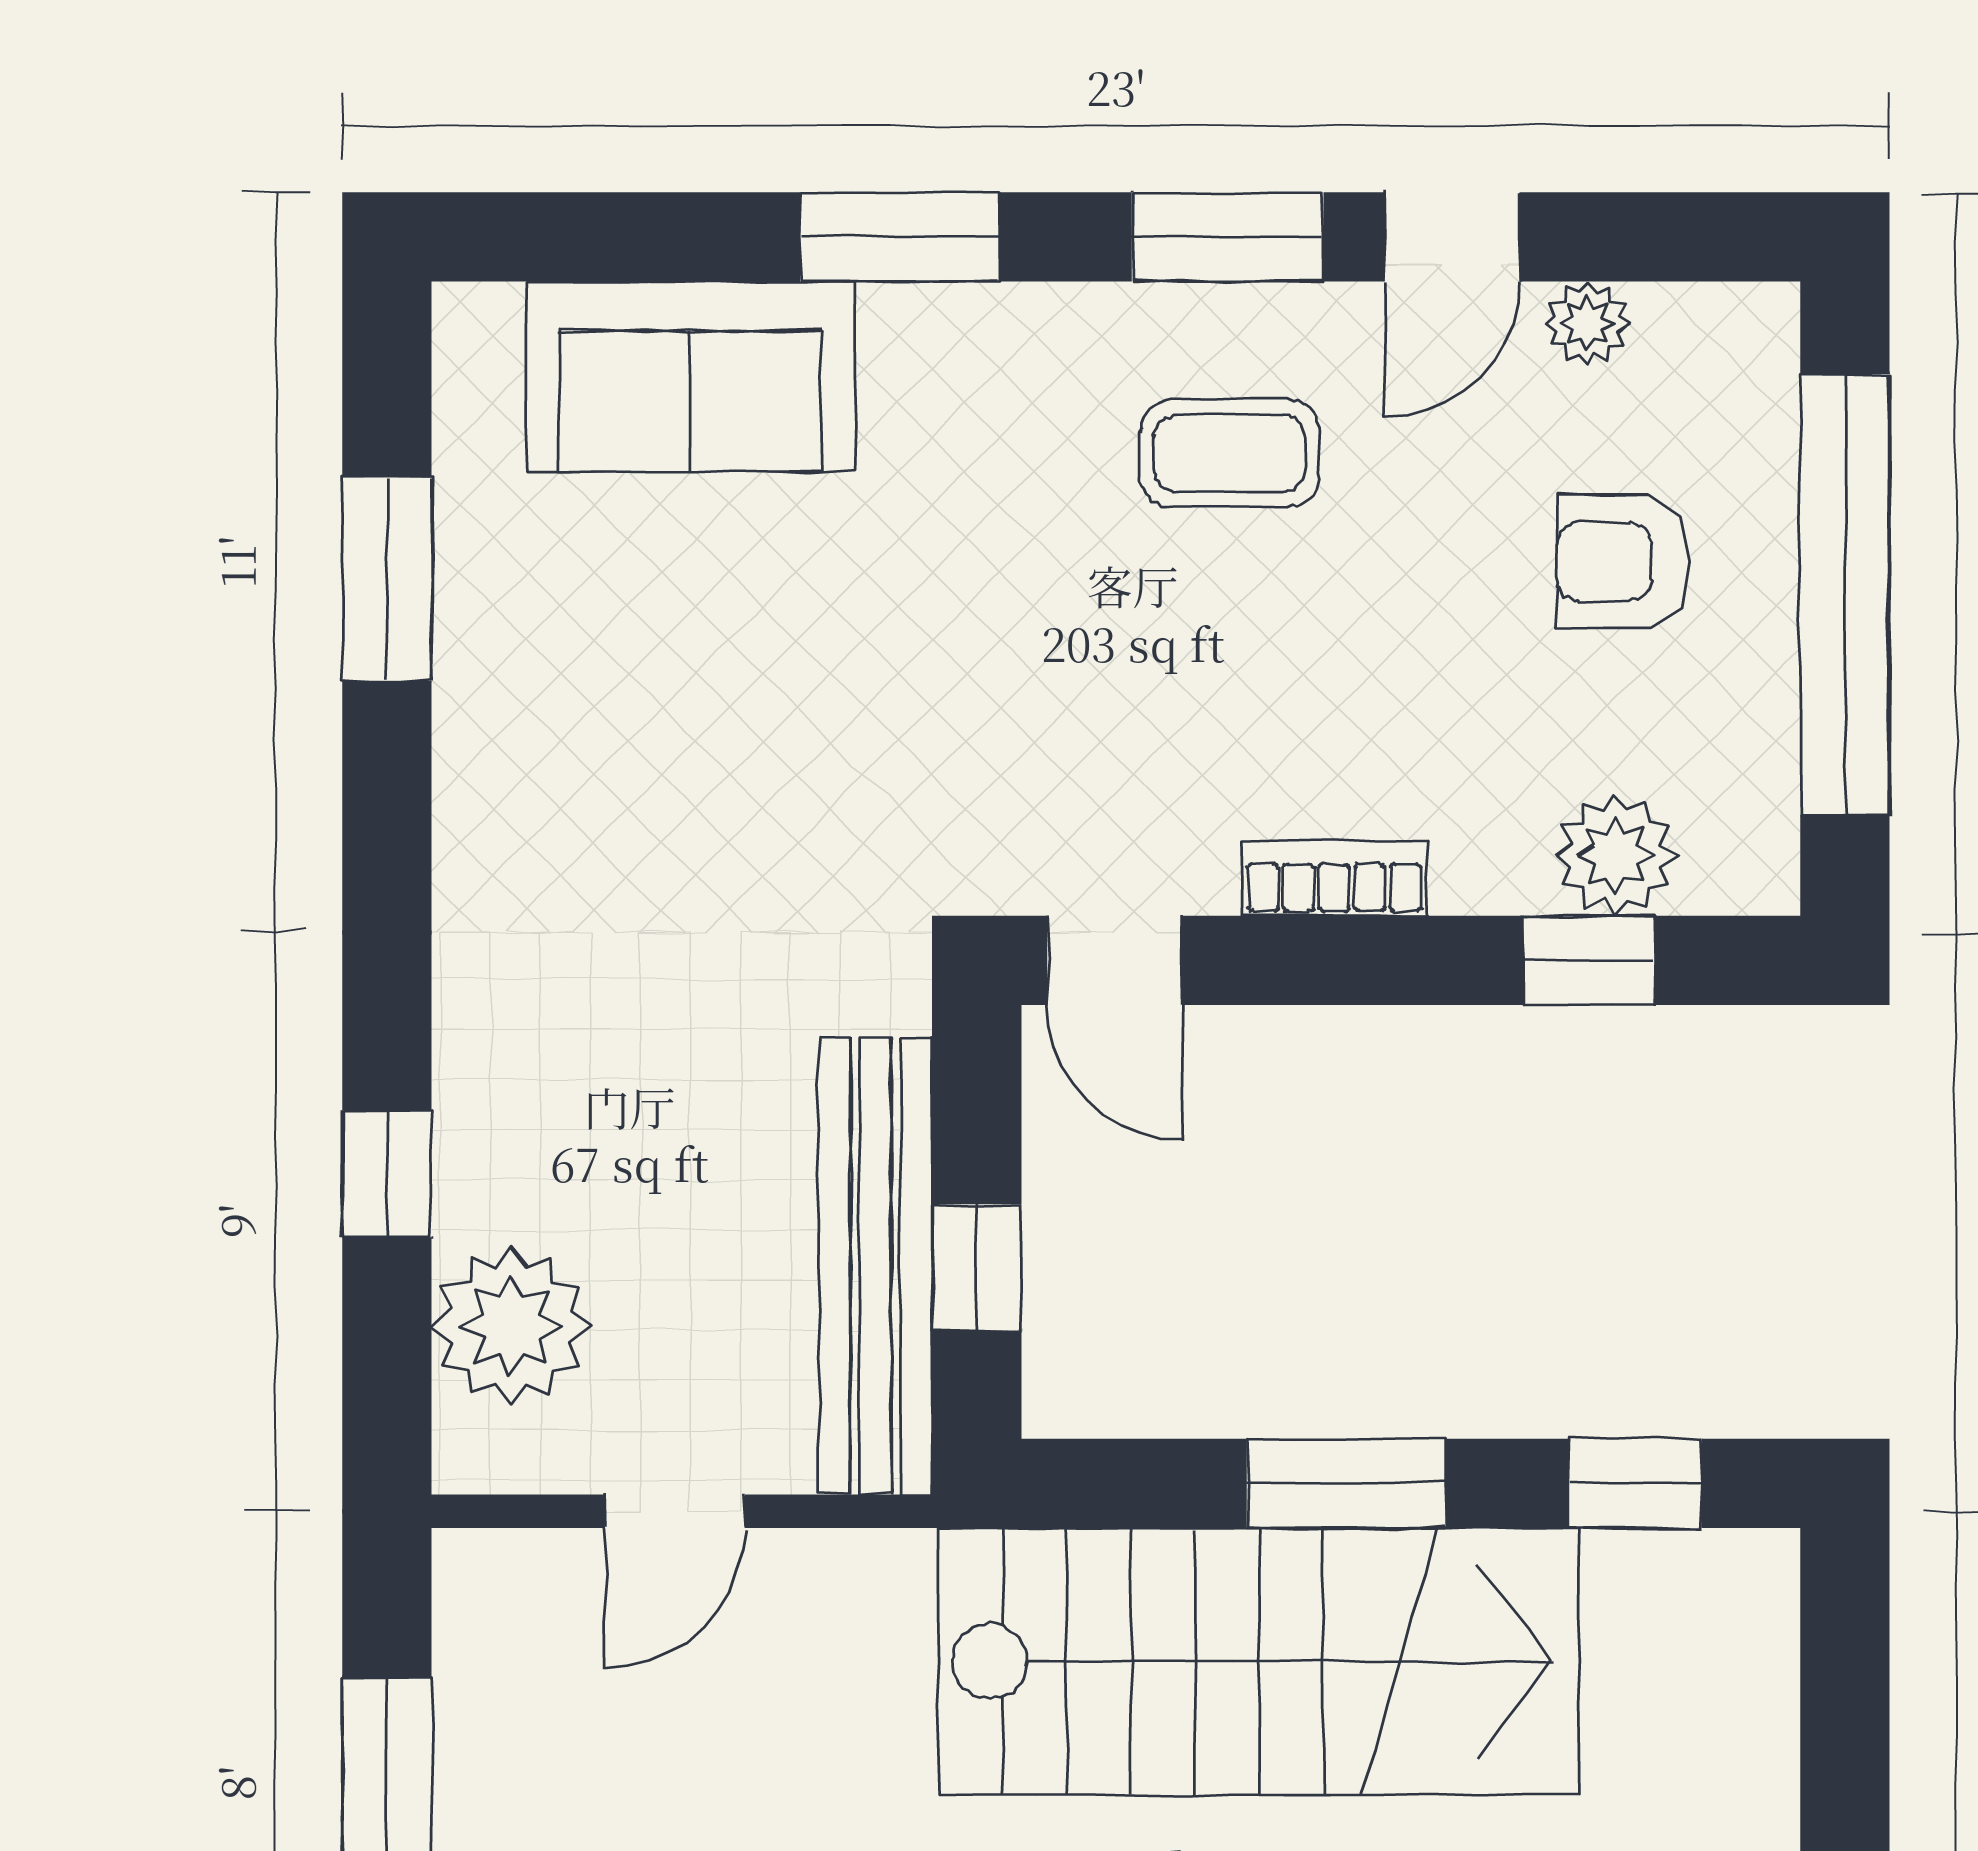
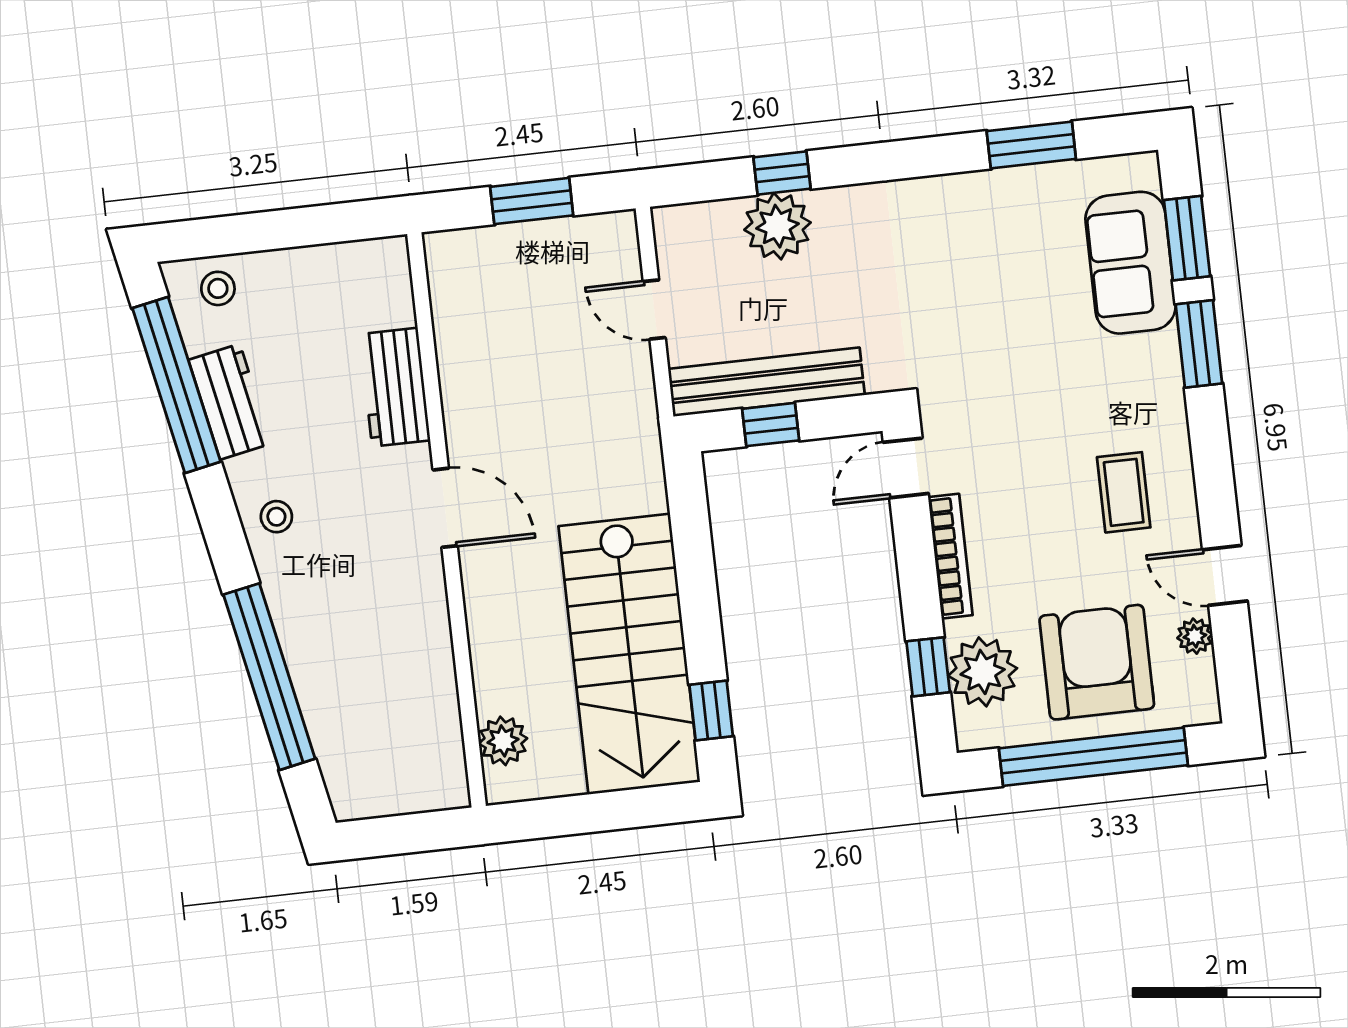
window: (1228, 237) -> (1187, 238), moved
armchair: (1623, 562) -> (1097, 662), width x1.88, depth x1.88
plant: (1616, 855) -> (983, 672), width x1.36, depth x1.36
bookcase: (1334, 879) -> (950, 556), width x1.56
plant: (511, 1326) -> (777, 226), moved
window: (1346, 1483) -> (697, 590), removed
stairs: (1259, 1661) -> (629, 654), moved

